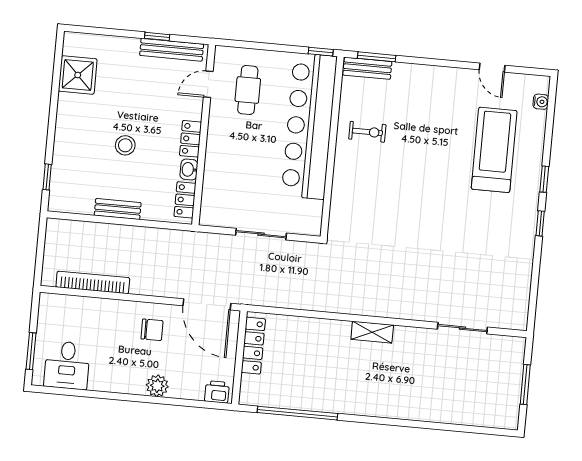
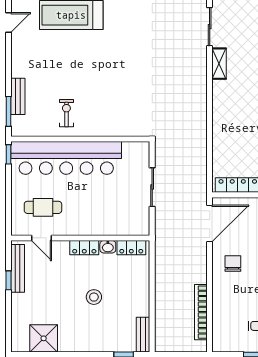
bench: (367, 68) -> (18, 96), moved
bench: (118, 209) -> (143, 335), moved
shelving: (372, 332) -> (219, 64), moved

